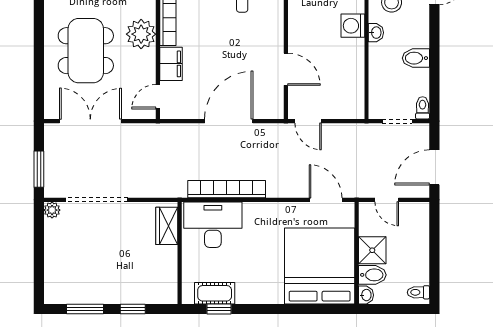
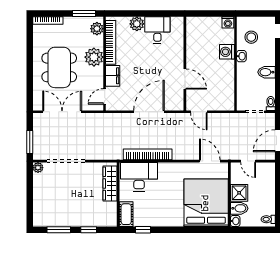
wardrobe: (167, 226) -> (110, 183), width x1.50
cot: (215, 293) -> (126, 214), moved, turned 90

